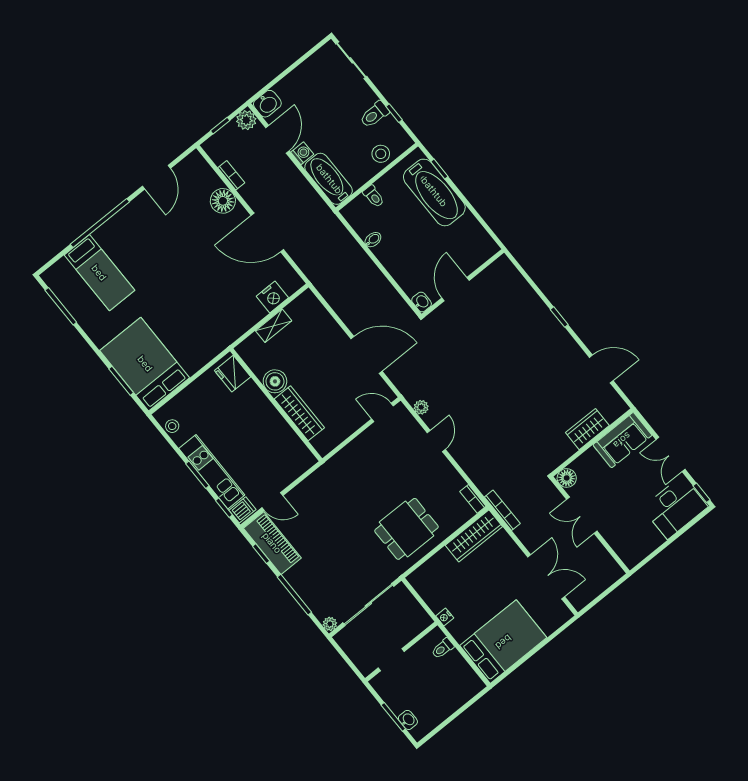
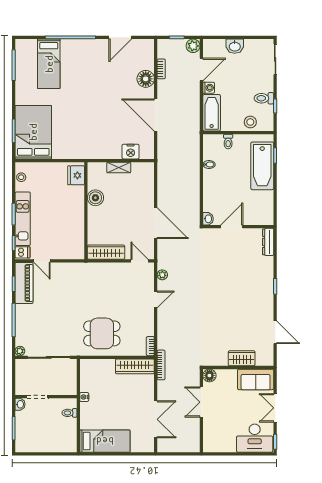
washbasin: (267, 104) -> (235, 46), moved
dresser: (511, 273) -> (268, 242), added
wardrobe: (299, 413) -> (106, 252), moved, turned -90
bed: (503, 642) -> (105, 441), width x0.67
washbasin: (408, 720) -> (20, 404), moved

